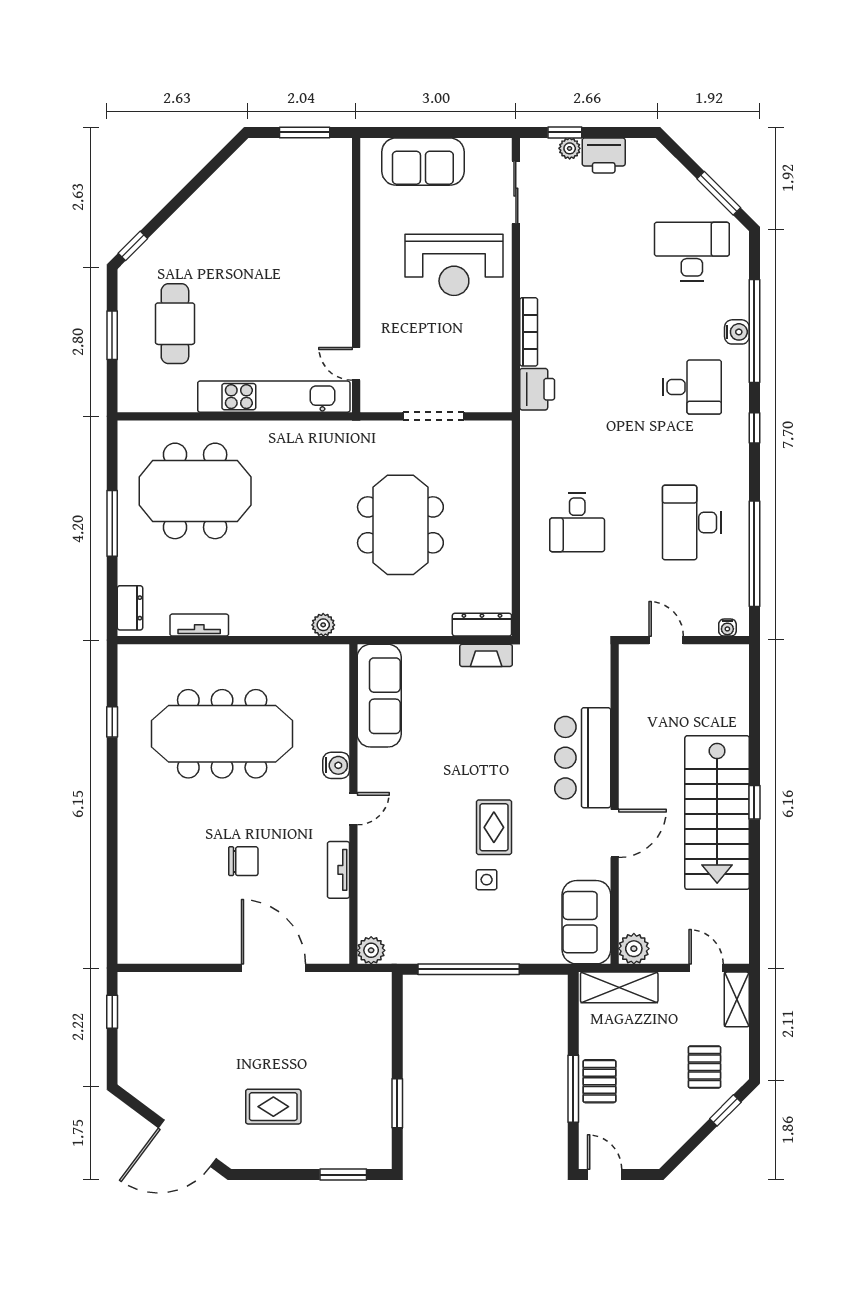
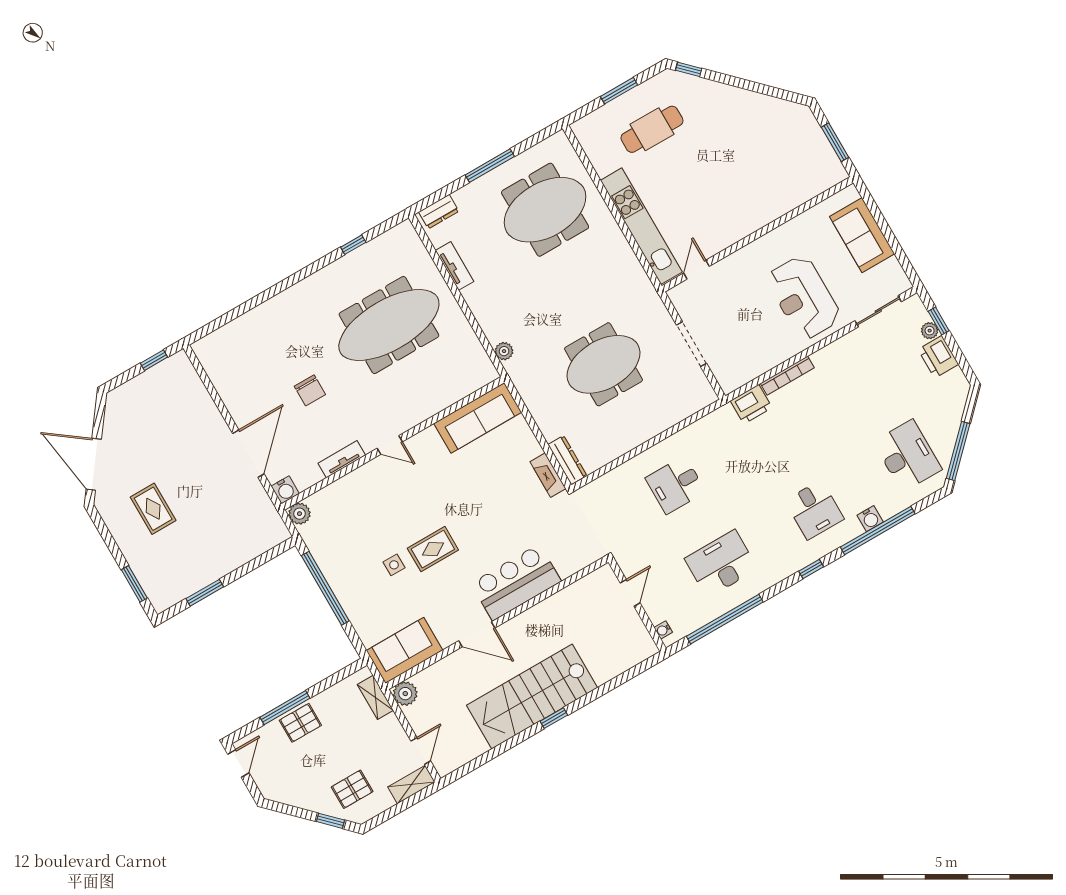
window: (719, 193) -> (958, 451), width x1.44
meeting table: (195, 491) -> (545, 210), turned 90
meeting table: (222, 734) -> (389, 325), turned 90
water cooler: (336, 765) -> (285, 490), moved
shelving: (619, 987) -> (375, 697), width x0.67, depth x0.75

